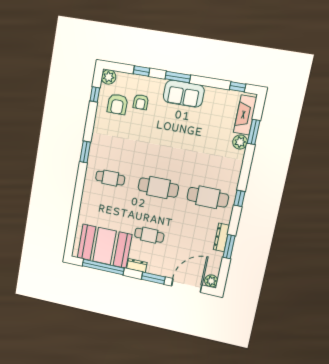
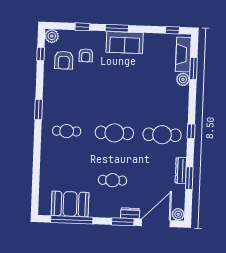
booth: (104, 246) -> (70, 204), width x0.73, depth x0.70
dresser: (137, 266) -> (130, 213), moved

